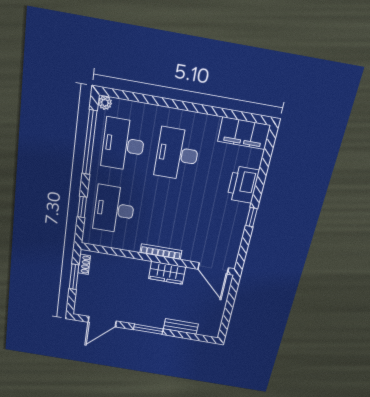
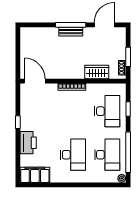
wardrobe: (167, 273) -> (97, 72), moved
bench: (181, 326) -> (71, 32), moved
window: (148, 329) -> (71, 25), width x1.44

